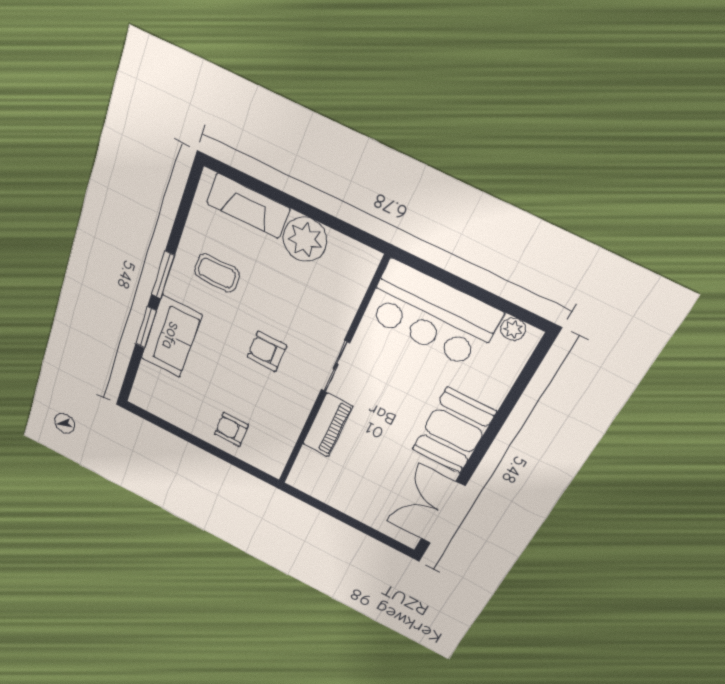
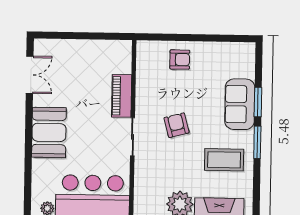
coffee table: (217, 273) -> (224, 160), width x1.36, depth x1.30
armchair: (267, 352) -> (177, 125), turned -105
double door: (443, 513) -> (30, 75), width x0.73

